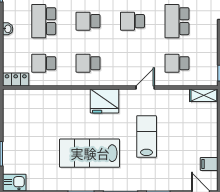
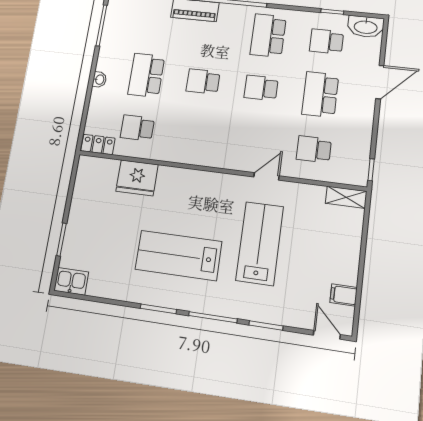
school desk: (88, 63) -> (195, 135), removed
fridge: (104, 101) -> (137, 178), moved
lab bench: (147, 137) -> (260, 243), width x1.36, depth x1.39

